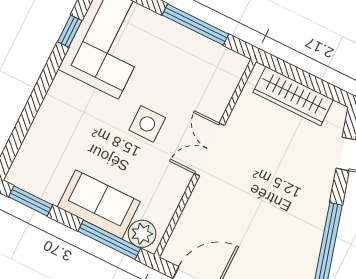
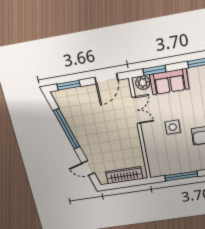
double door: (209, 149) -> (136, 110), moved
window: (109, 240) -> (154, 70), width x0.69

